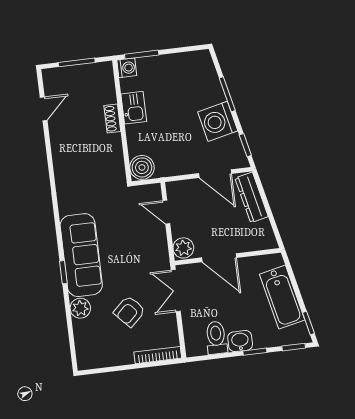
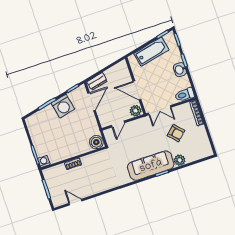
kitchen sink: (134, 108) -> (65, 153), removed
dresser: (252, 197) -> (97, 81), width x0.70
door: (219, 258) -> (137, 90), swing flipped
toilet: (216, 338) -> (185, 95), moved

